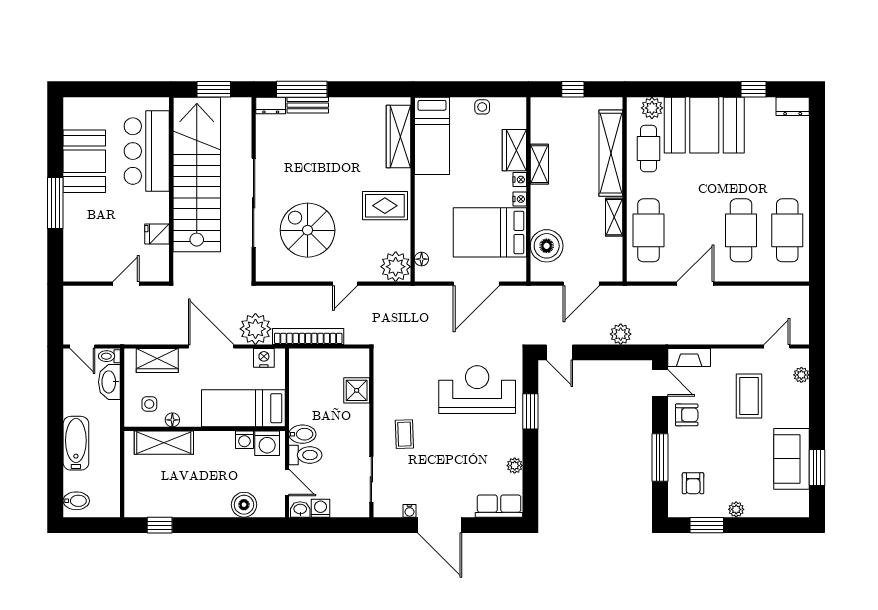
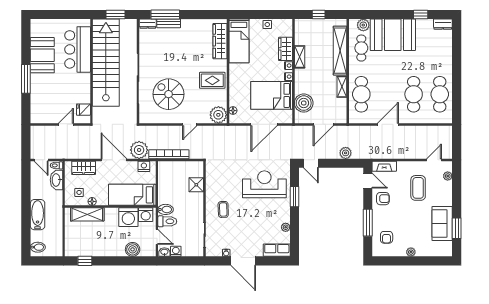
fridge: (157, 234) -> (83, 110), moved
washing machine: (244, 440) -> (128, 217), width x1.89, depth x1.89
window: (707, 525) -> (394, 261), removed

